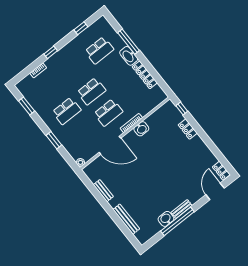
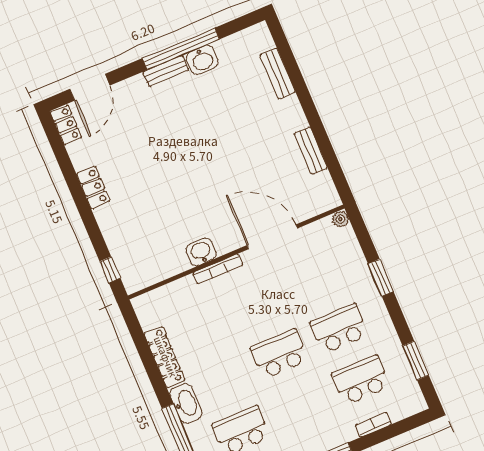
school desk: (108, 113) -> (361, 380), moved
locker: (188, 129) -> (93, 187), moved
bench: (126, 219) -> (278, 73), width x0.73

